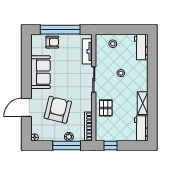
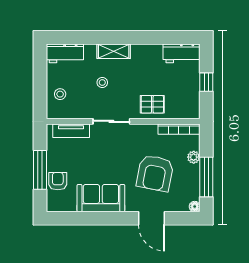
window: (60, 30) -> (40, 170), width x0.68
shelving: (143, 103) -> (114, 51), moved
armchair: (58, 110) -> (155, 173), turned -93
window: (67, 146) -> (206, 177), moved
window: (110, 146) -> (206, 82), moved

